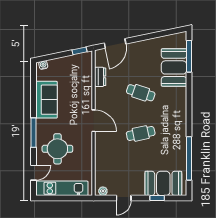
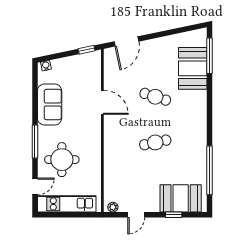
dresser: (100, 77) -> (110, 79), removed
door: (94, 121) -> (102, 102), moved

